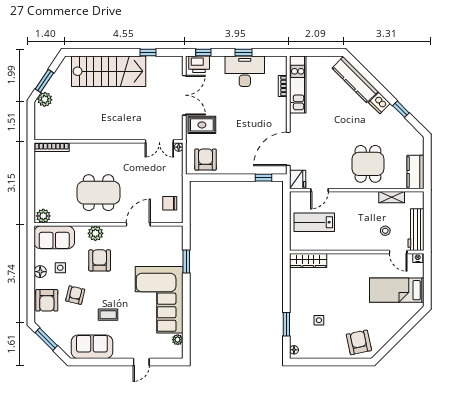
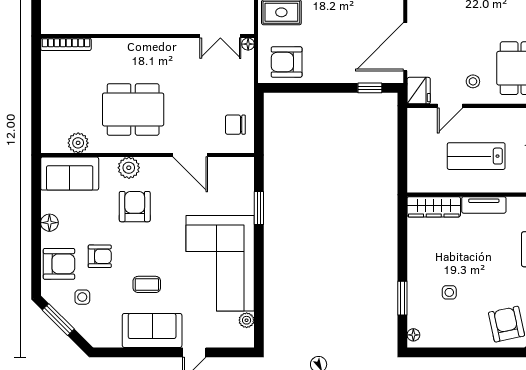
armchair: (206, 160) -> (287, 62), turned -90
stool: (335, 173) -> (473, 81), added
plant: (43, 216) -> (78, 143), moved
lab bench: (314, 222) -> (476, 156), moved
door: (138, 224) -> (190, 155), swing flipped
tv unit: (343, 259) -> (484, 205), added
side table: (60, 268) -> (82, 297), moved
armchair: (75, 295) -> (100, 256), turned 77
armchair: (47, 300) -> (59, 264), turned -90
sofa: (92, 347) -> (152, 330), moved

